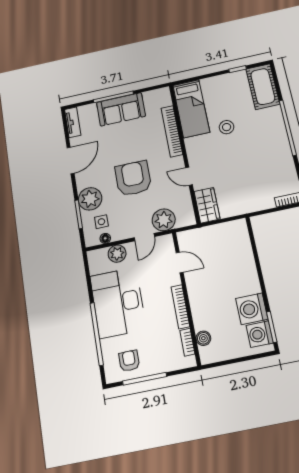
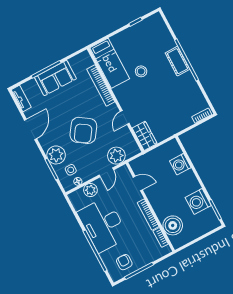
cot: (263, 87) -> (177, 61), moved, width x0.73, depth x0.75
door: (189, 176) -> (125, 117), hinge flipped
armchair: (133, 178) -> (83, 130), turned -146
washing machine: (260, 334) -> (180, 164), moved
boiler: (203, 338) -> (173, 225), width x1.86, depth x1.86

